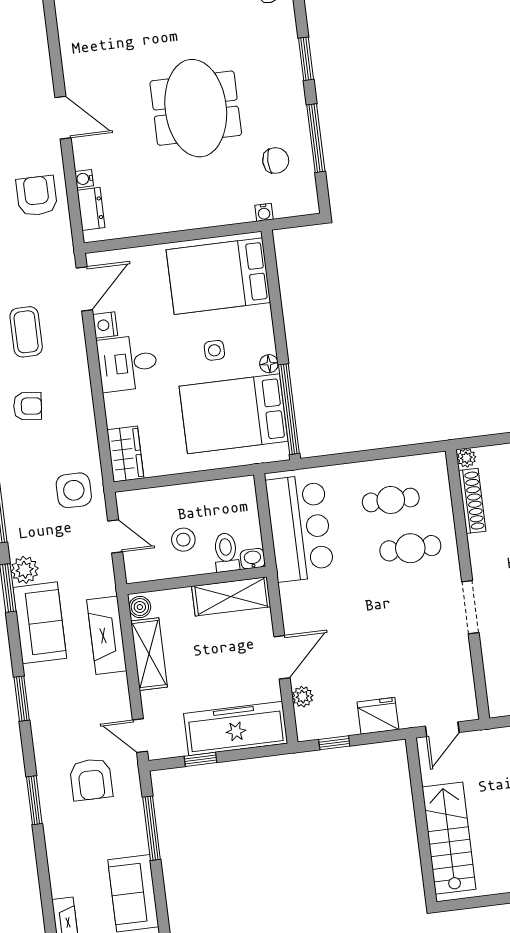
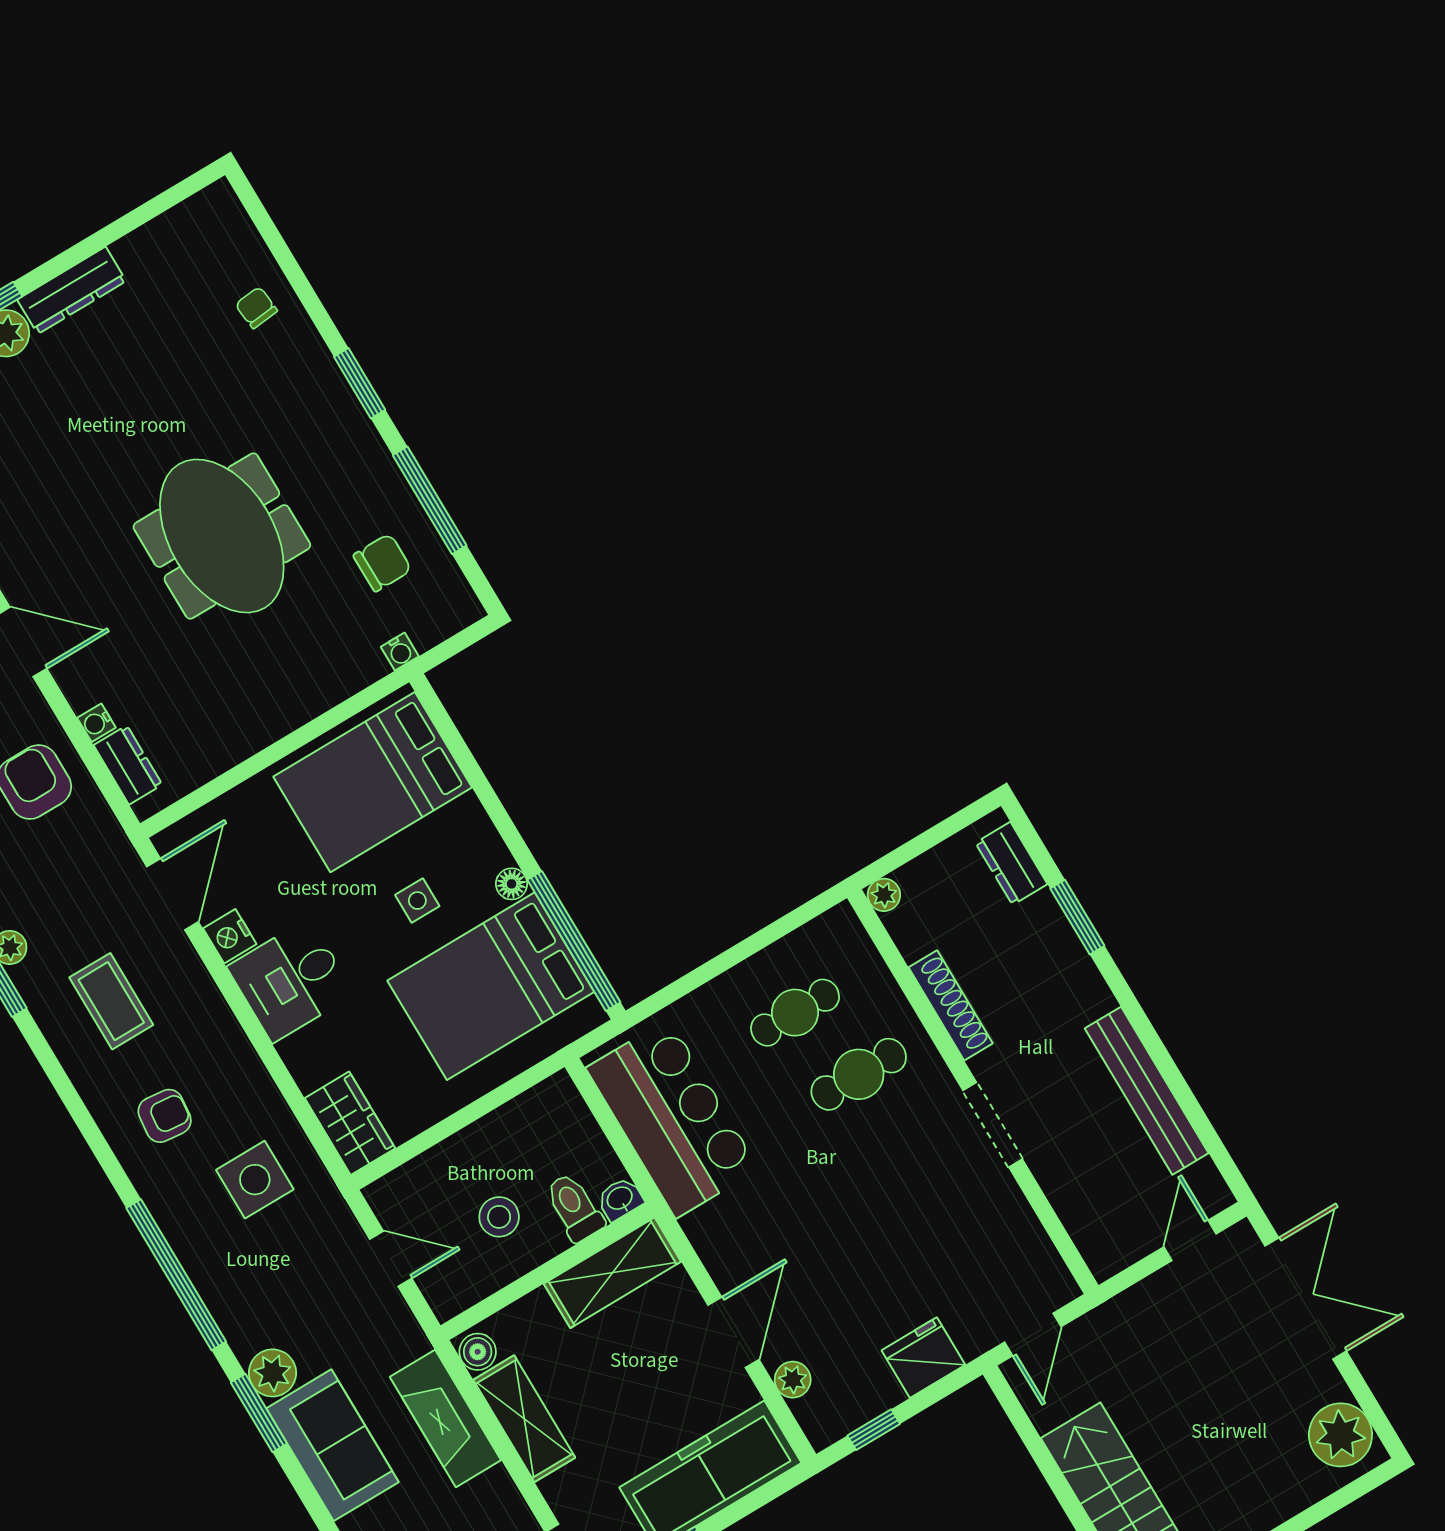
side table: (74, 490) -> (255, 1180), moved
shoe rack: (472, 501) -> (951, 1005), moved

